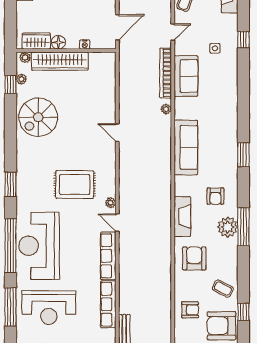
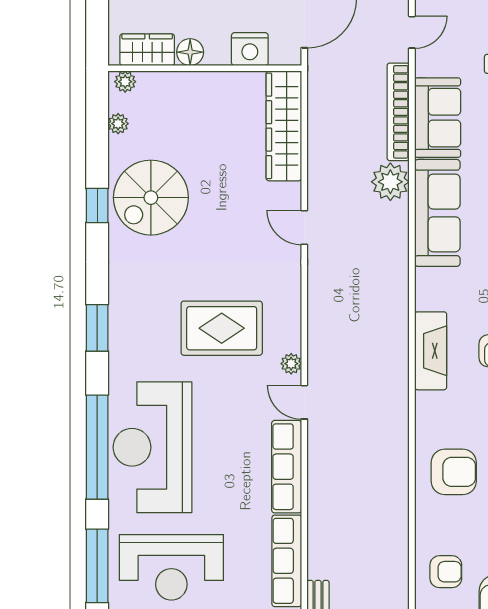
nightstand: (85, 45) -> (250, 49), width x1.89, depth x1.79
wardrobe: (60, 61) -> (284, 126), moved, turned 90
window: (11, 85) -> (97, 205), moved
plant: (166, 109) -> (390, 182), width x1.88, depth x1.88
sofa: (186, 147) -> (437, 213), moved
fireplace: (182, 216) -> (431, 351), moved
armchair: (194, 258) -> (454, 472), turned 90

